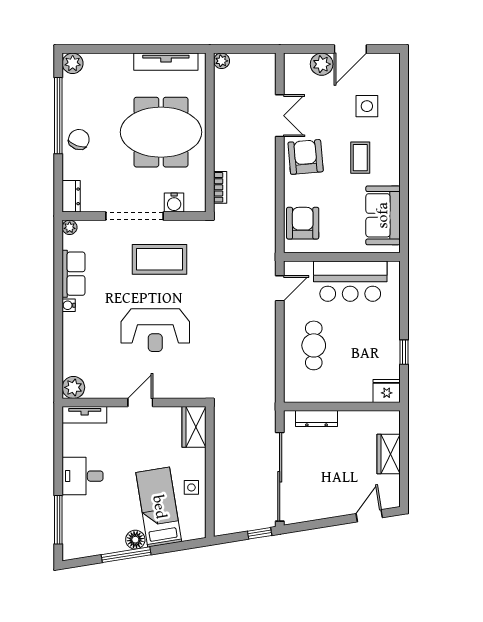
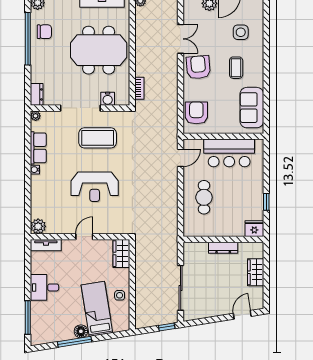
chair: (79, 140) -> (44, 32), moved, turned 70
dresser: (317, 418) -> (223, 248), moved
sliding door: (280, 477) -> (181, 288), width x0.73

